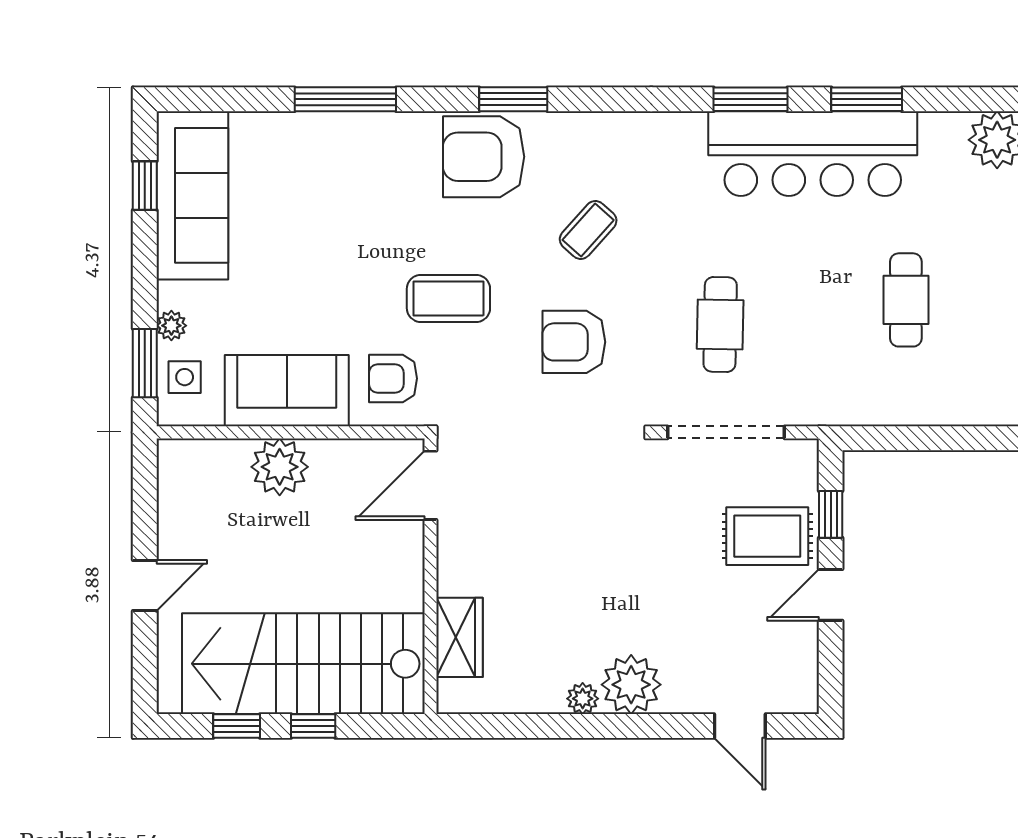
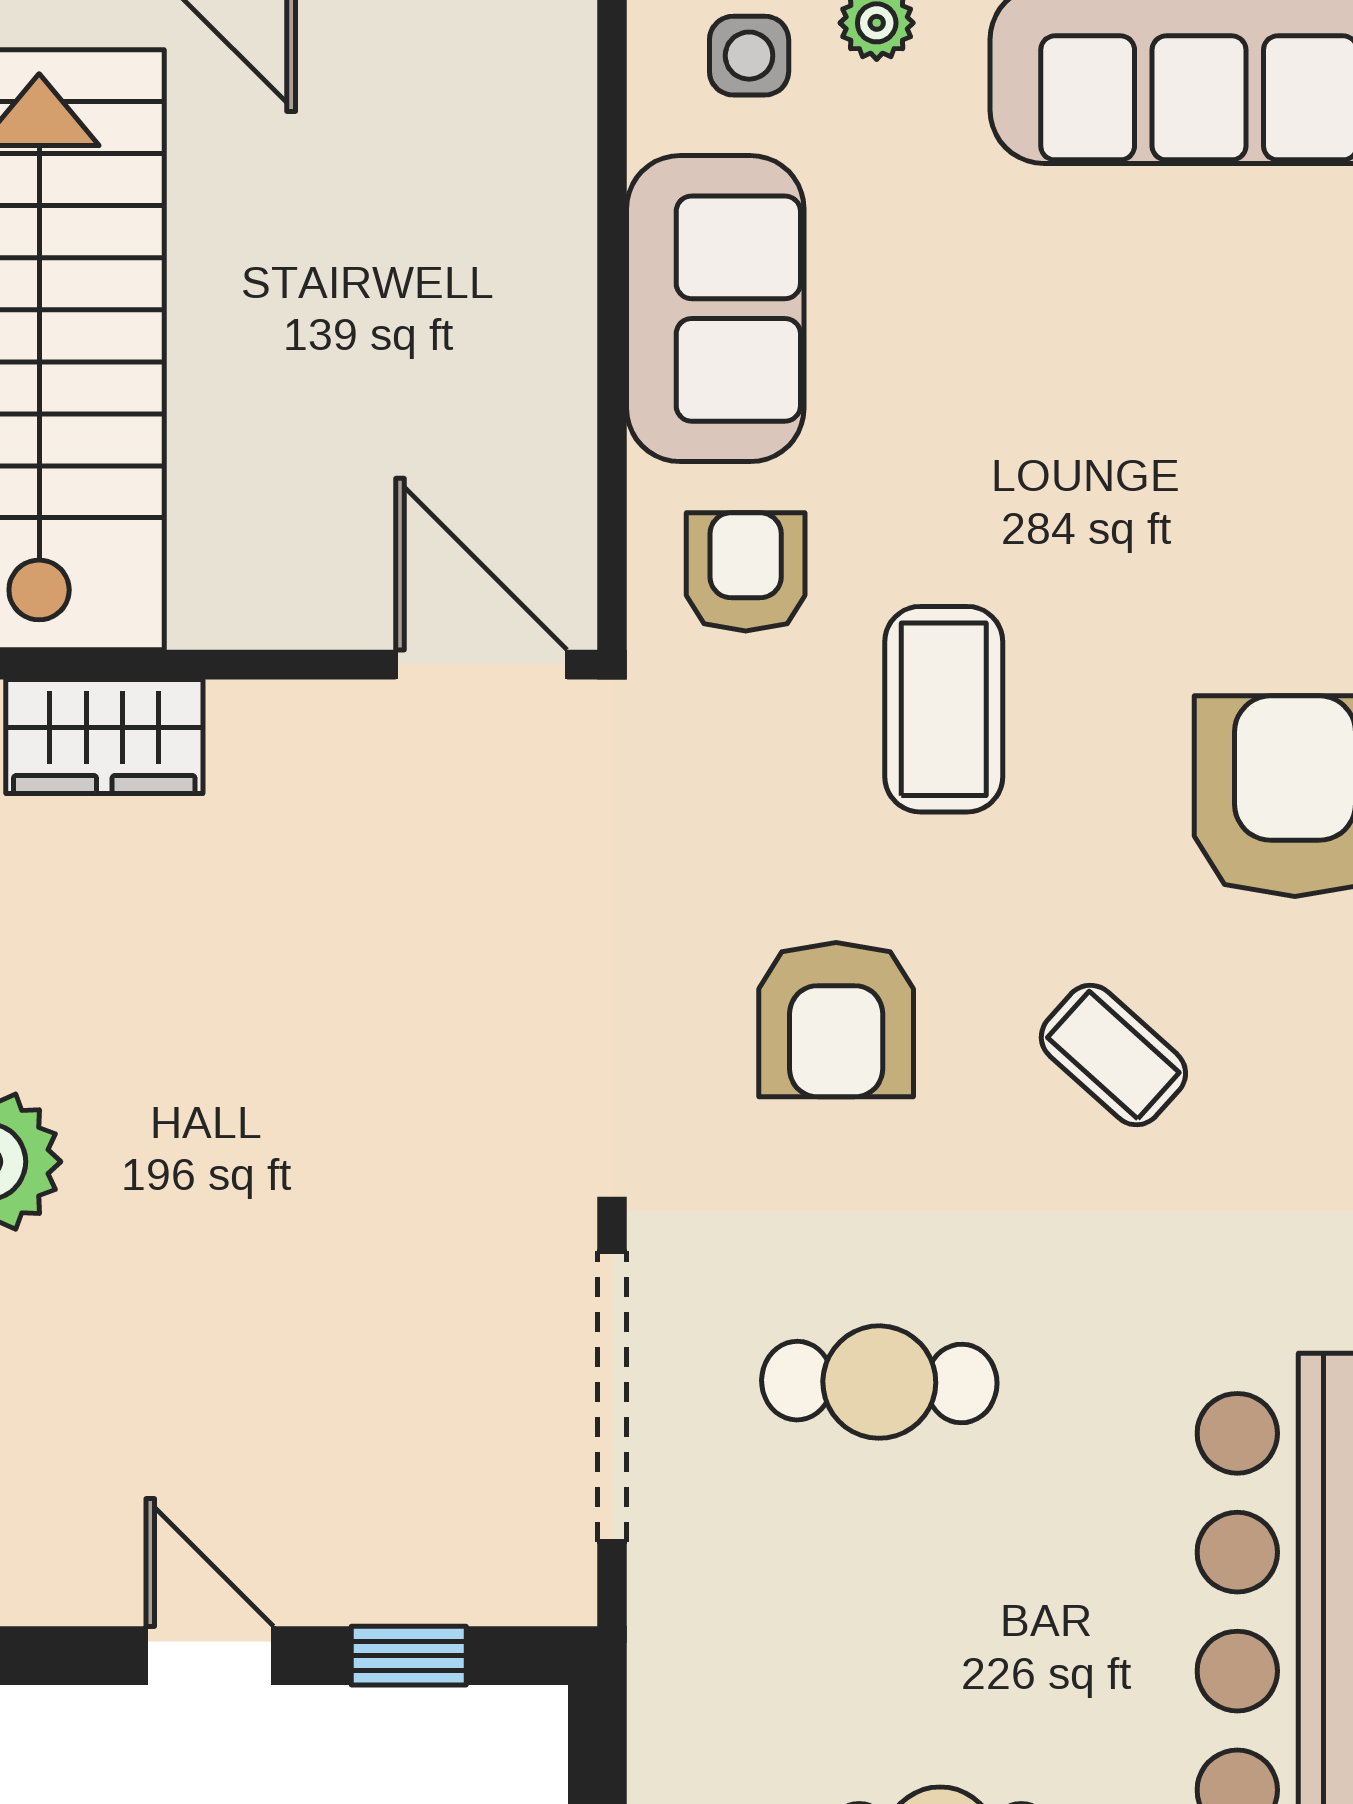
armchair: (574, 342) -> (836, 1020), turned 180
plant: (280, 467) -> (527, 291), removed
rug: (767, 536) -> (355, 1499), removed

